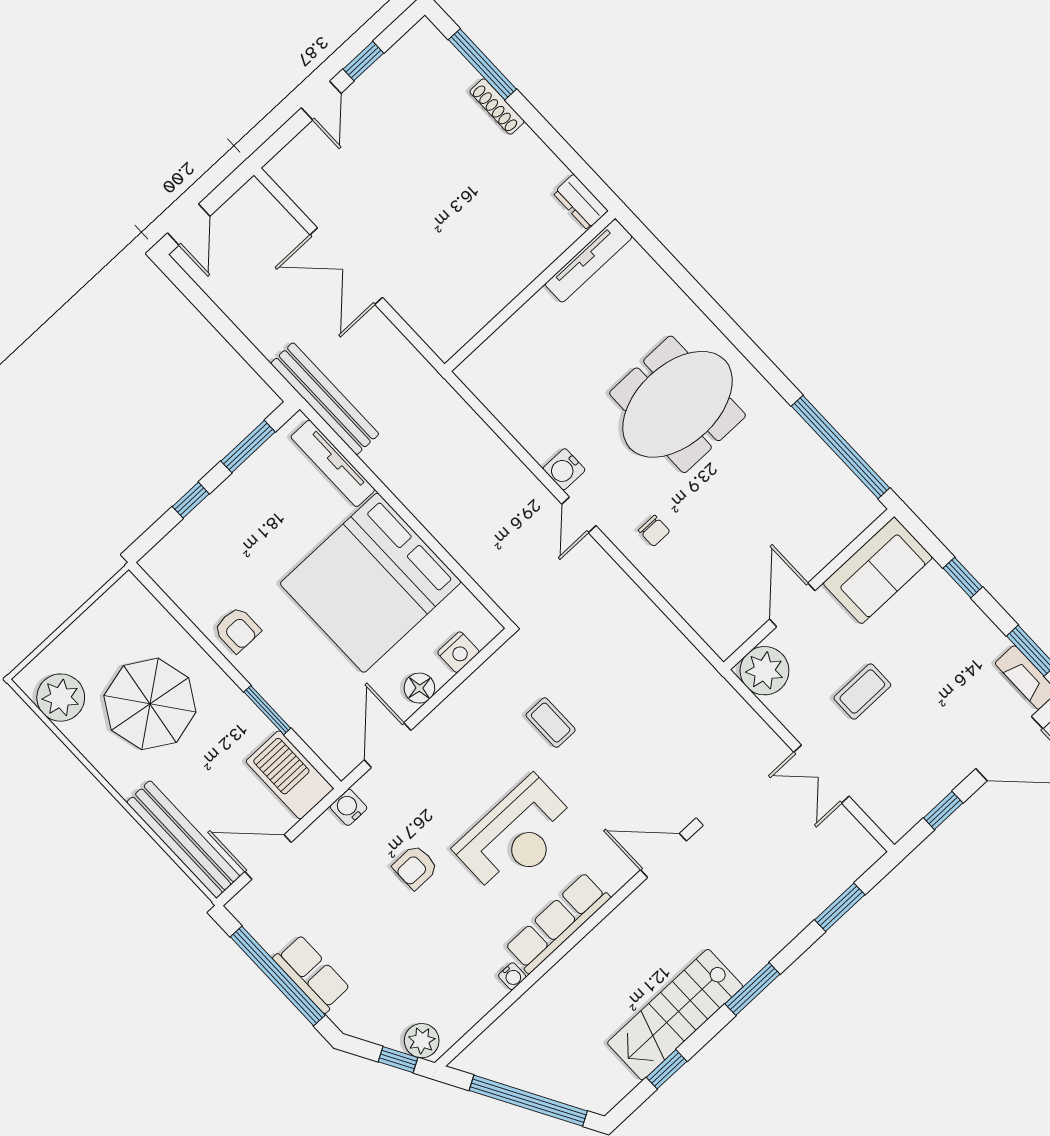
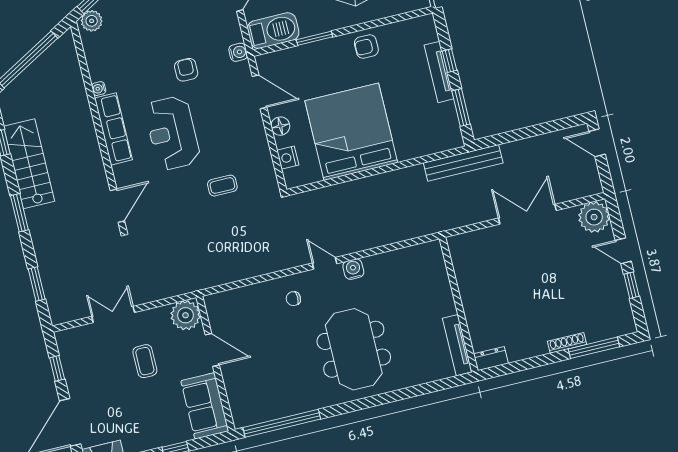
plant: (297, 169) -> (594, 217), added
tv unit: (333, 463) -> (439, 72), moved, turned -90

